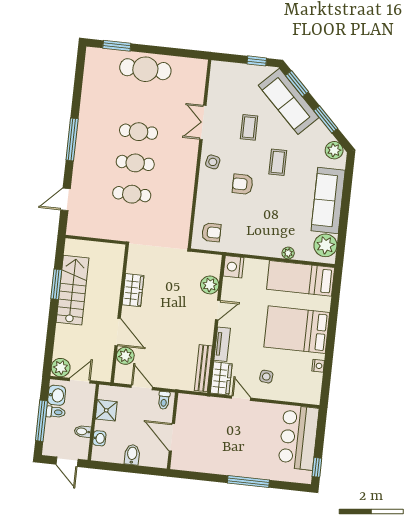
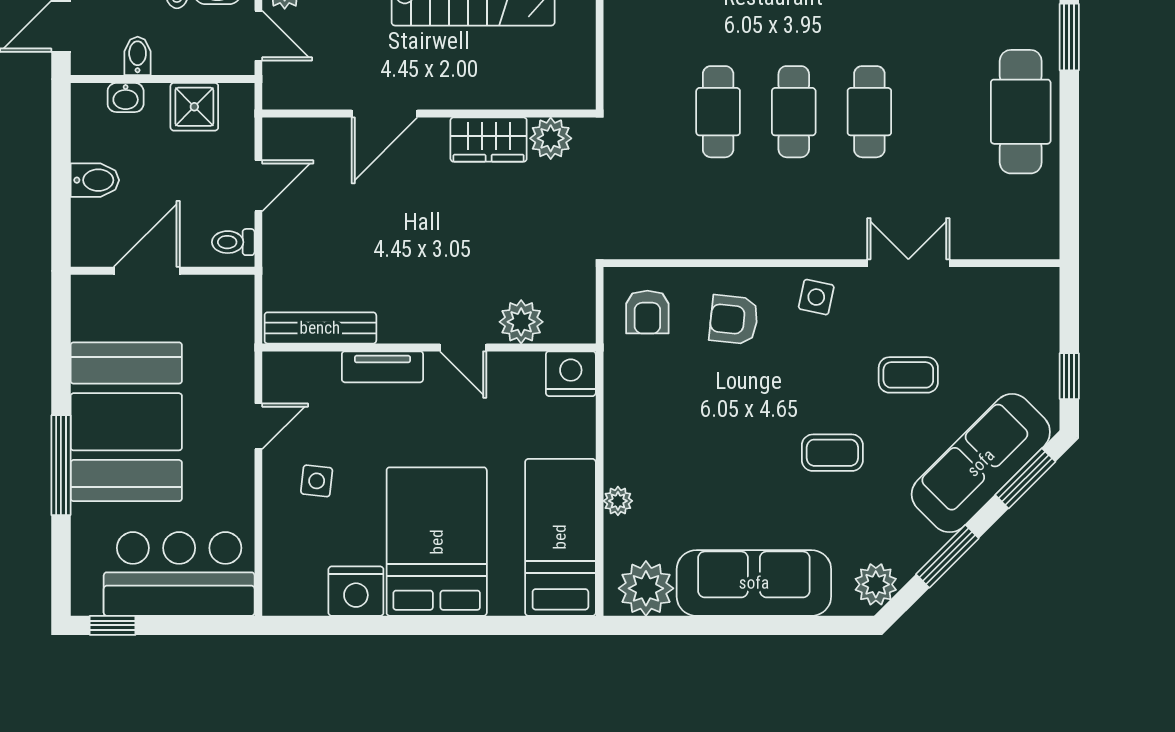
armchair: (243, 184) -> (734, 320), moved, turned -84
plant: (125, 356) -> (551, 138), moved
nightstand: (318, 366) -> (356, 591), width x1.89, depth x1.79
wardrobe: (221, 378) -> (300, 373), removed
booth: (233, 453) -> (126, 422), added

